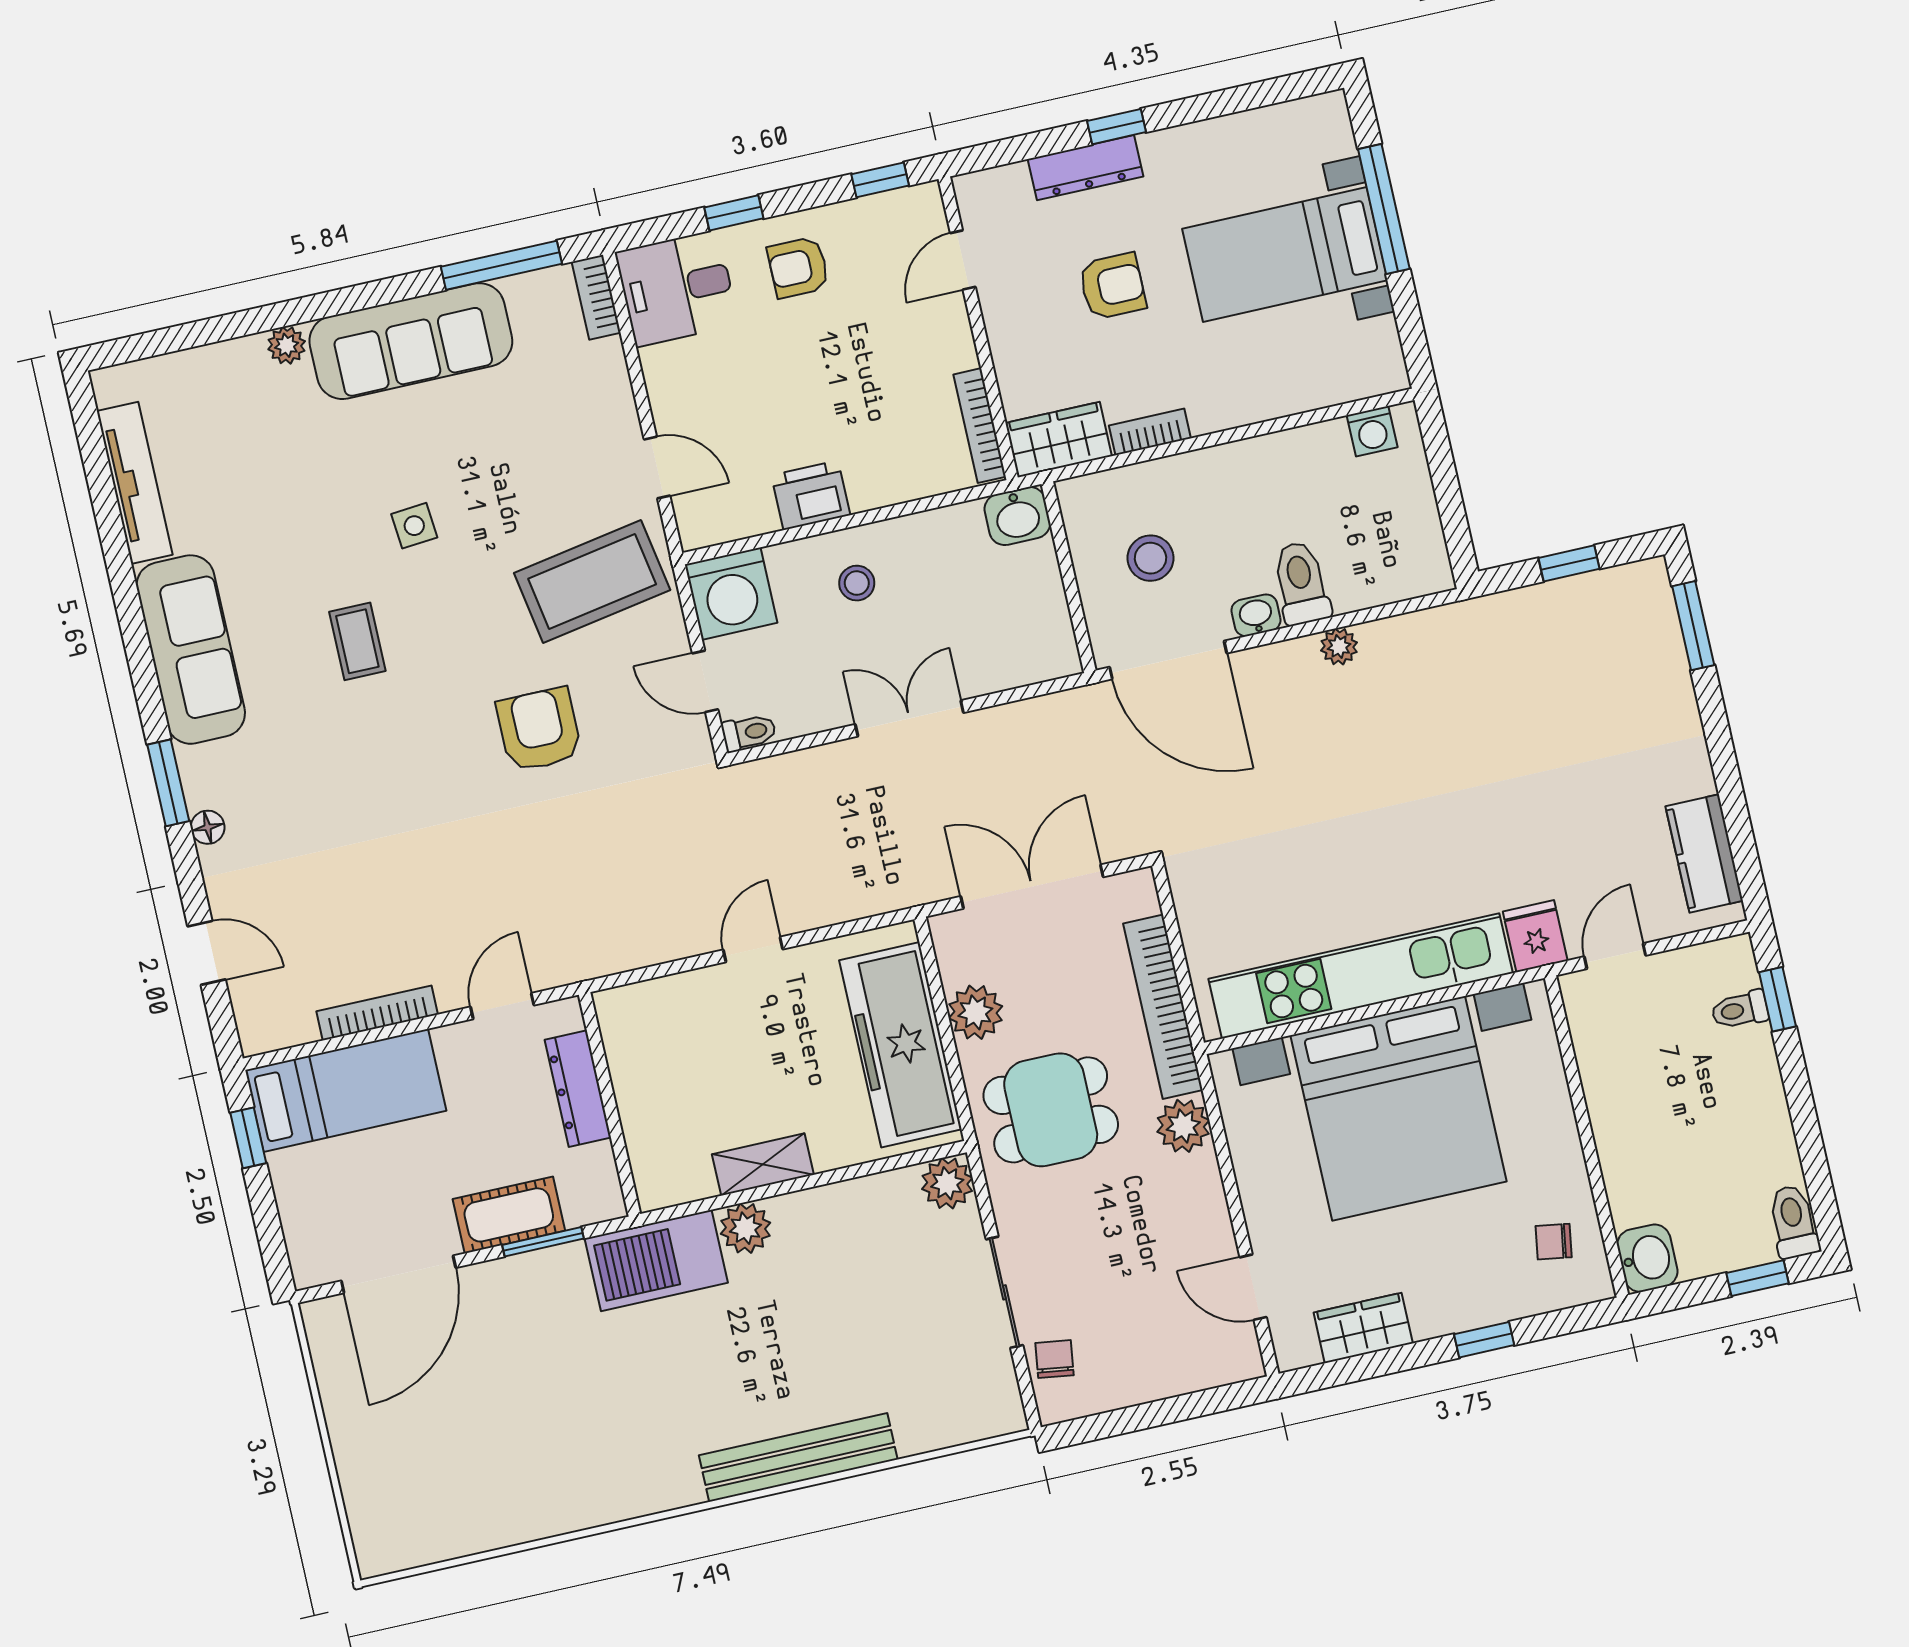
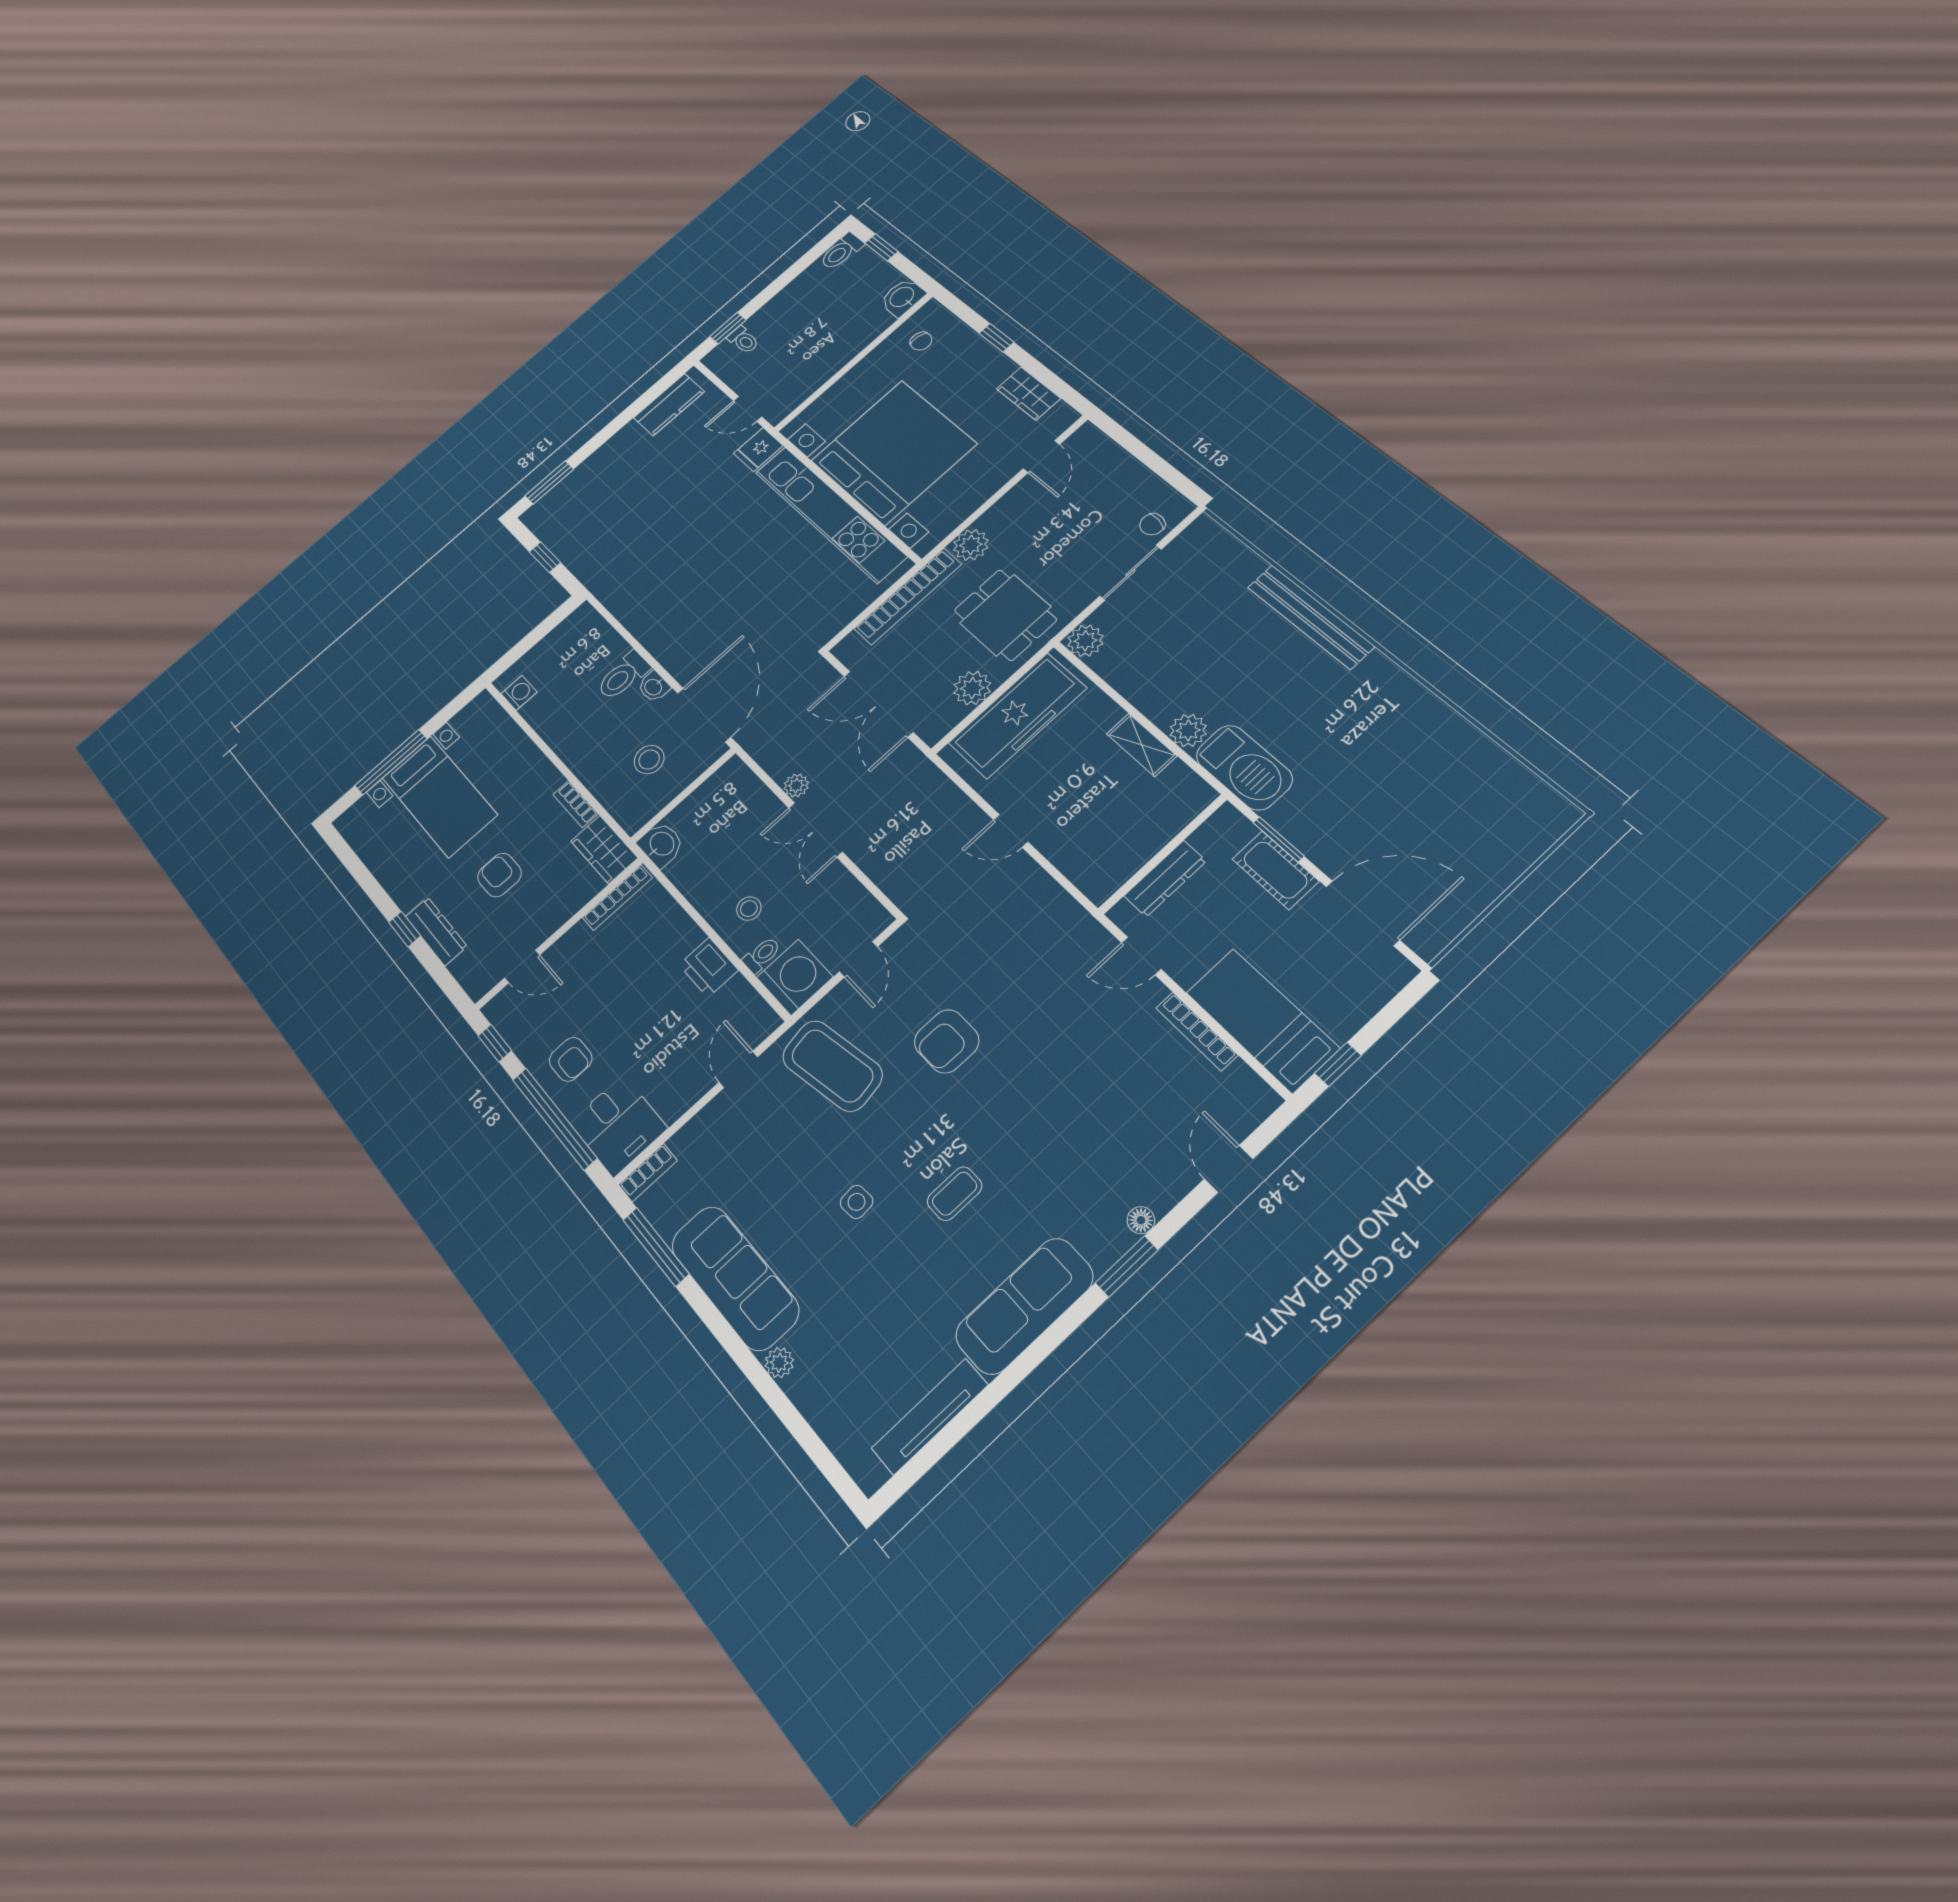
window: (734, 213) -> (554, 1119), width x3.17
plant: (1339, 647) -> (796, 785), moved
toilet: (749, 732) -> (762, 955), moved, turned 90

